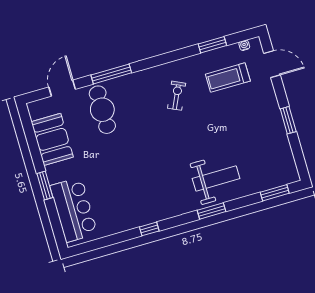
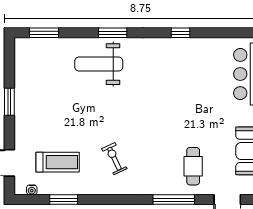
exercise bike: (177, 96) -> (114, 159), turned 130
cafe table: (102, 110) -> (193, 166), width x0.73, depth x0.74

